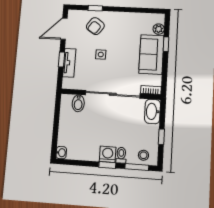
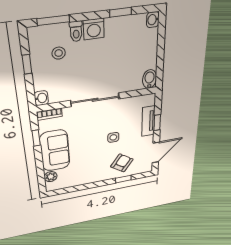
window: (166, 44) -> (36, 138), moved
sliding door: (113, 94) -> (95, 100), width x0.73
bidet: (78, 103) -> (150, 79), moved
washbasin: (152, 111) -> (41, 98), width x0.52, depth x0.69
stool: (143, 155) -> (59, 53), moved
window: (107, 165) -> (121, 12), moved

